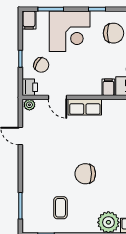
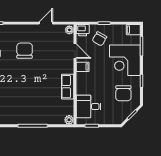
filing cabinet: (108, 87) -> (83, 67), moved
door: (58, 97) -> (75, 51), swing flipped
row of seats: (85, 107) -> (68, 87), moved
chair: (85, 174) -> (25, 51), moved

